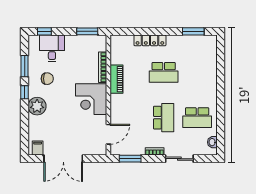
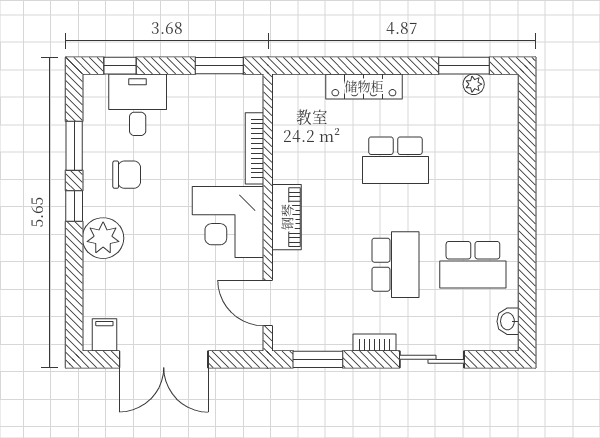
plant: (197, 39) -> (474, 84), added
piano: (116, 79) -> (287, 217), moved
door: (108, 134) -> (268, 303), swing flipped

